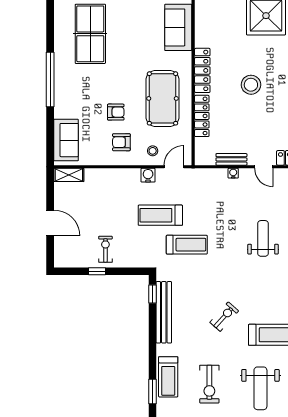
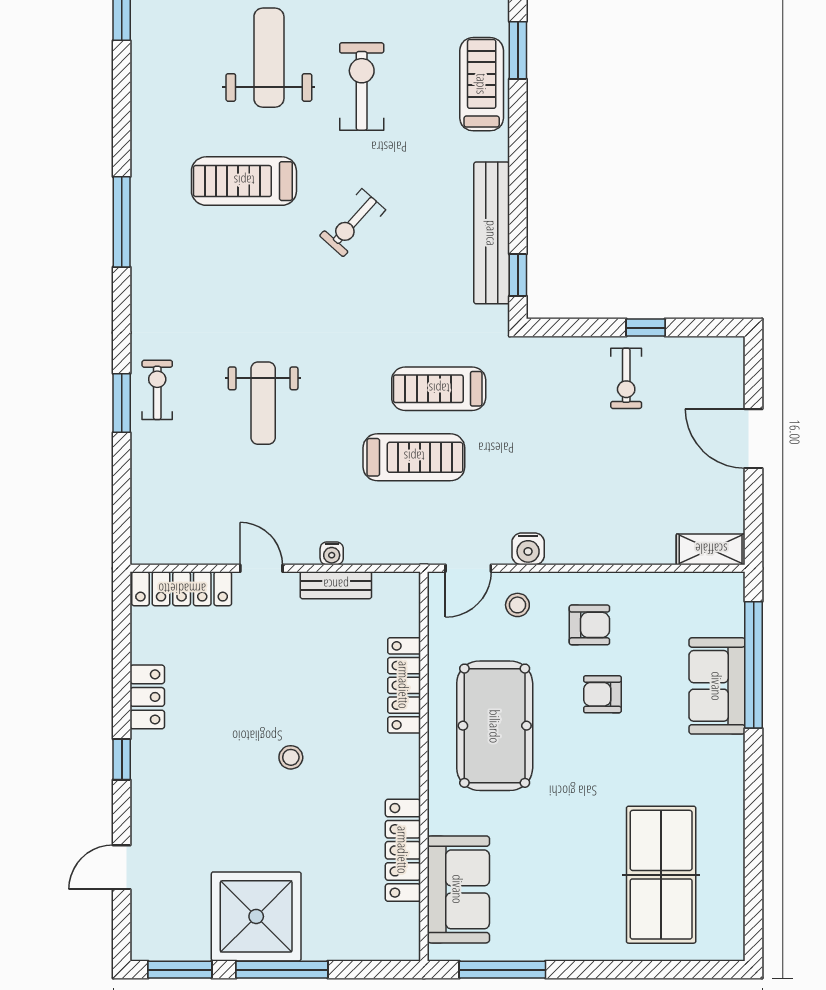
locker: (202, 70) -> (403, 850), moved
window: (50, 80) -> (754, 665), moved
stool: (251, 85) -> (291, 757), width x0.53, depth x0.53
sofa: (66, 140) -> (717, 686), moved
treadmill: (160, 215) -> (414, 457), moved
exercise bike: (209, 384) -> (362, 86), moved

